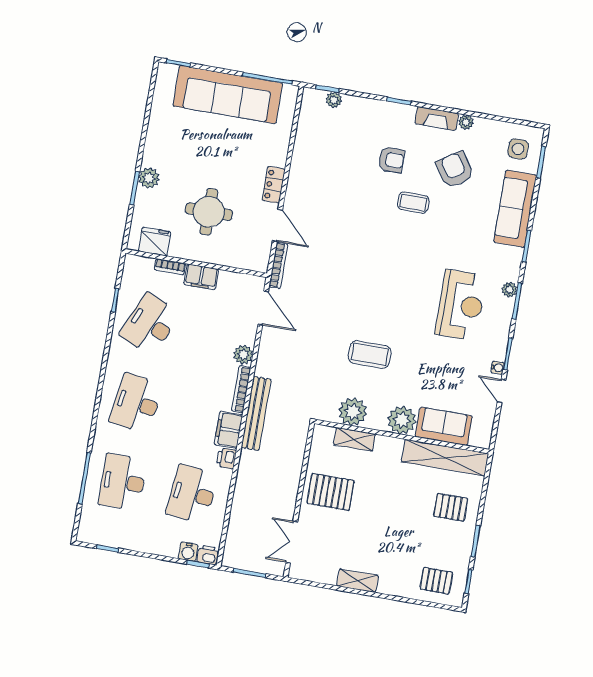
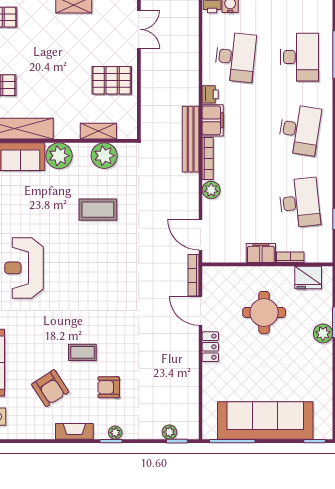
plant: (466, 122) -> (115, 433), moved
desk: (150, 324) -> (300, 203), turned -30

